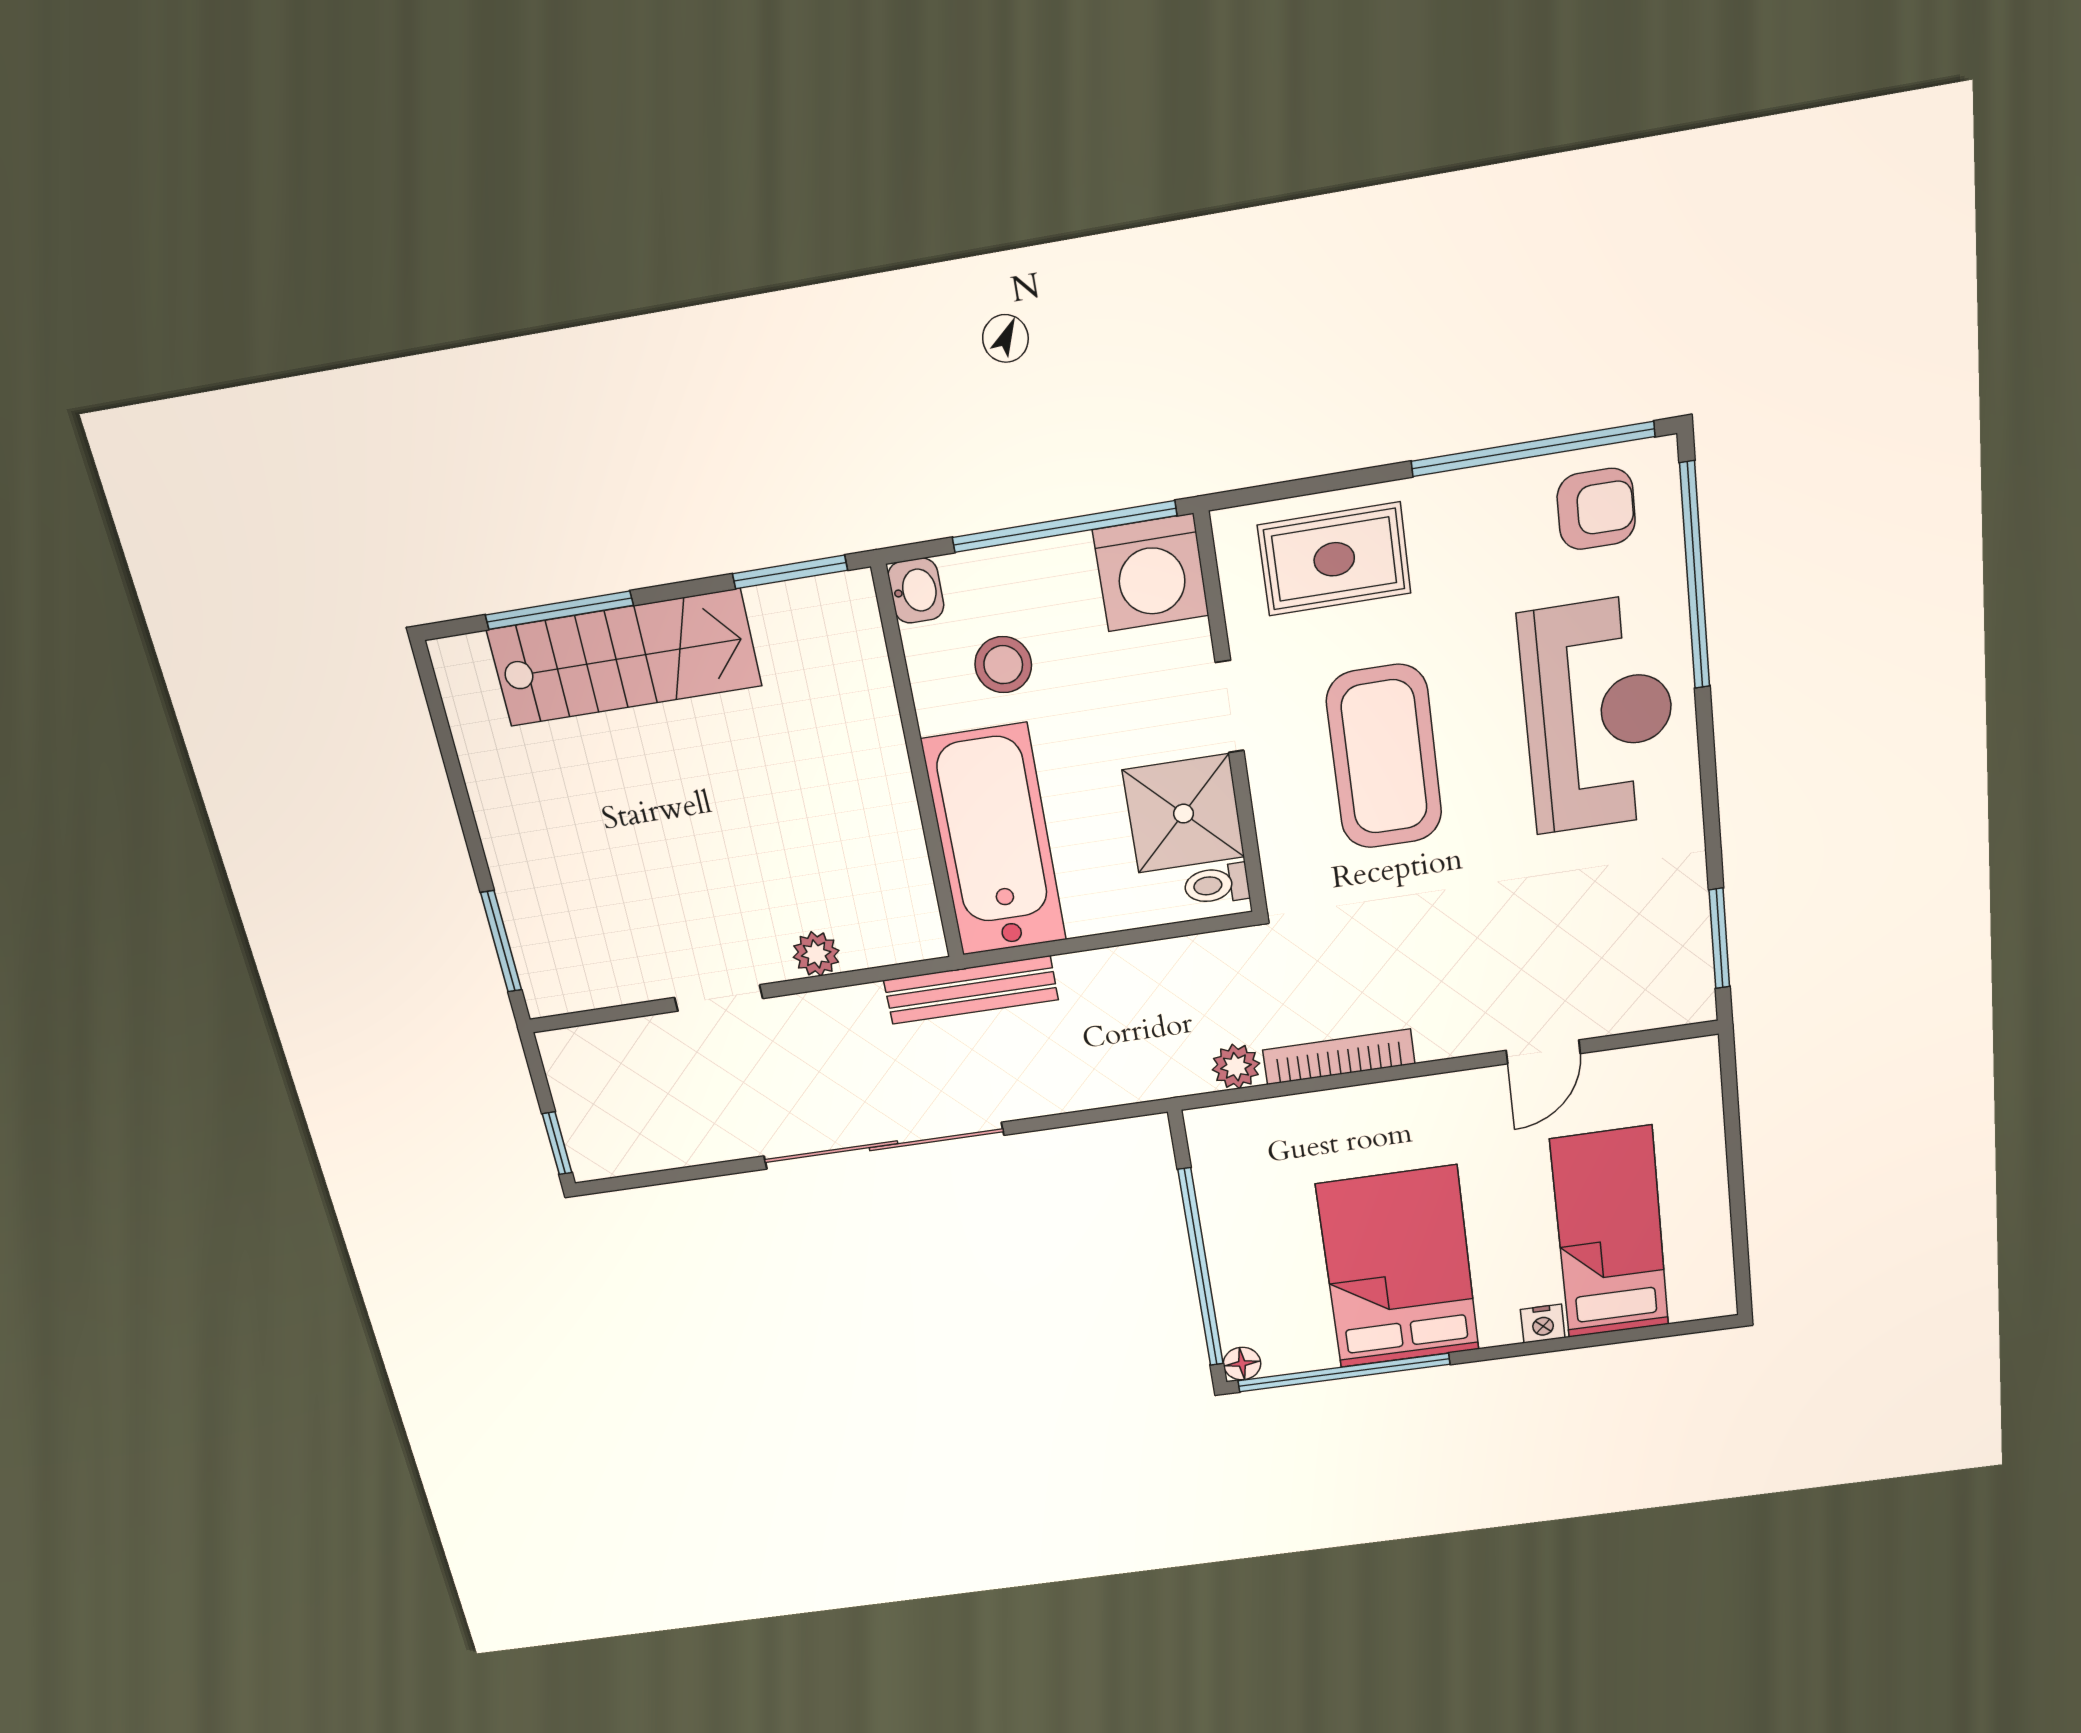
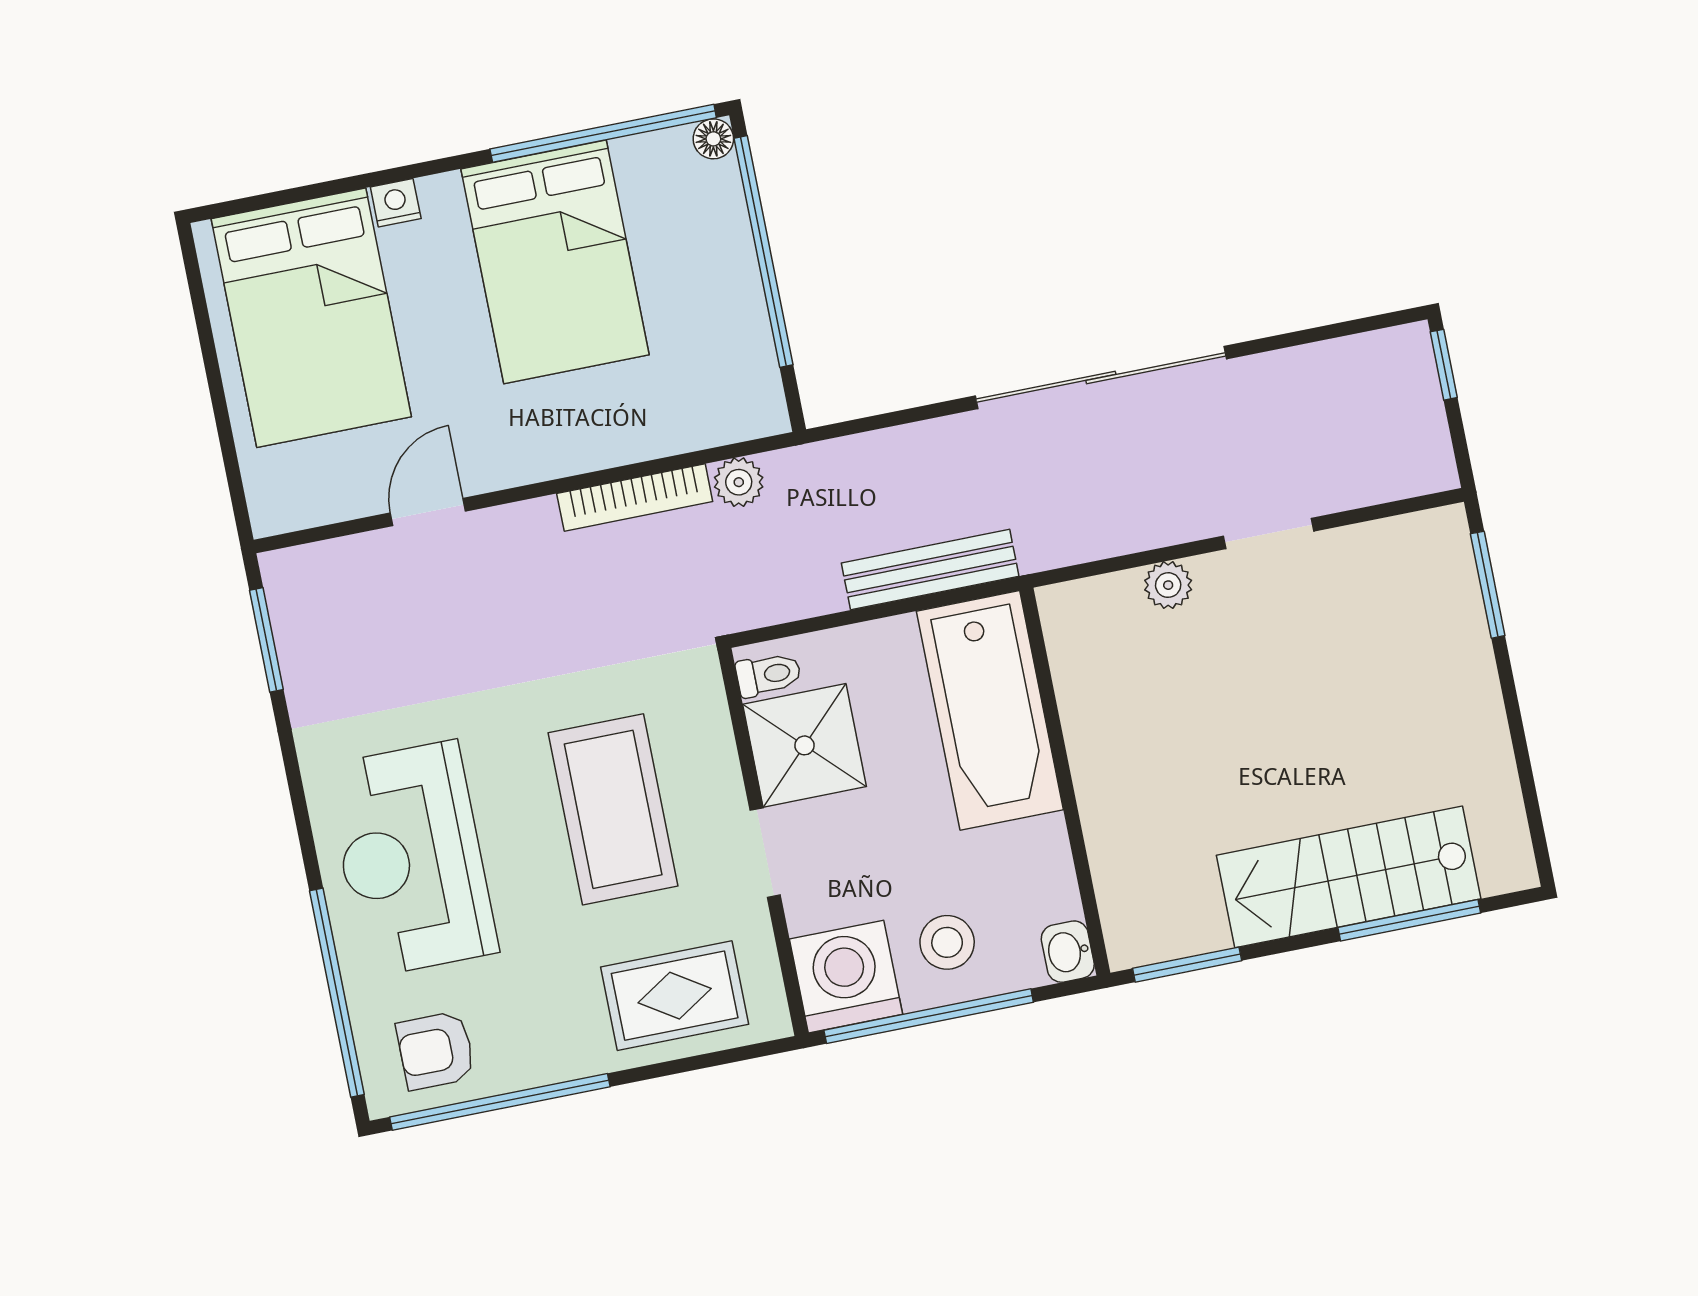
stool: (1003, 665) -> (947, 942), moved
bench: (971, 990) -> (930, 570), moved
bed: (1610, 1233) -> (311, 318), width x1.50

